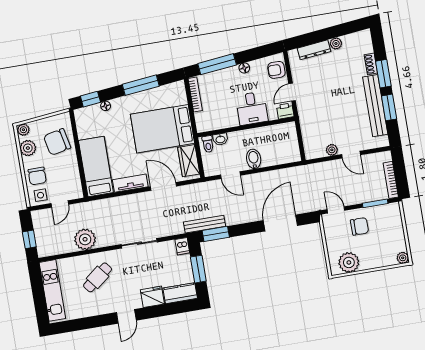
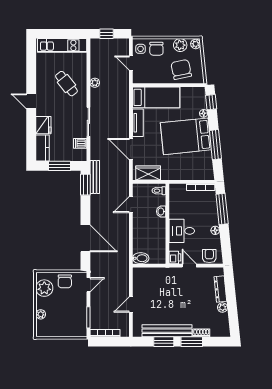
bed: (162, 129) -> (186, 136), moved, turned -96
washbasin: (220, 139) -> (161, 211), moved
plant: (332, 150) -> (137, 290), removed
bidet: (254, 159) -> (141, 258), moved
chair: (37, 176) -> (156, 49), turned -90
door: (163, 186) -> (131, 149), swing flipped
chair: (359, 226) -> (65, 281), moved
plant: (85, 239) -> (95, 83), width x0.53, depth x0.53
dishwasher: (182, 246) -> (80, 143), moved
plant: (403, 258) -> (41, 314), moved

